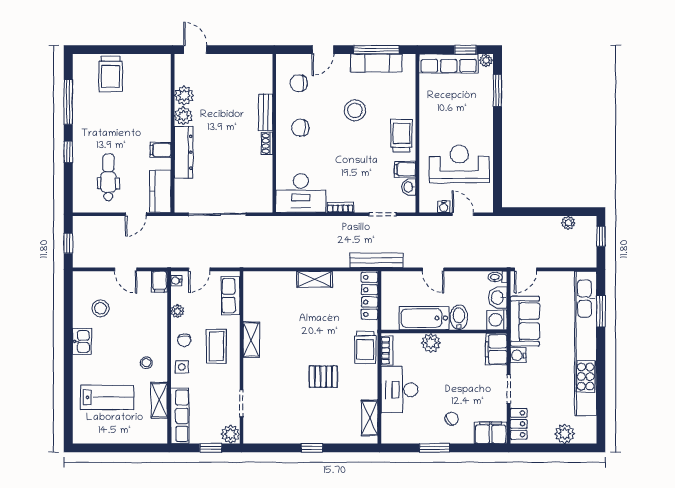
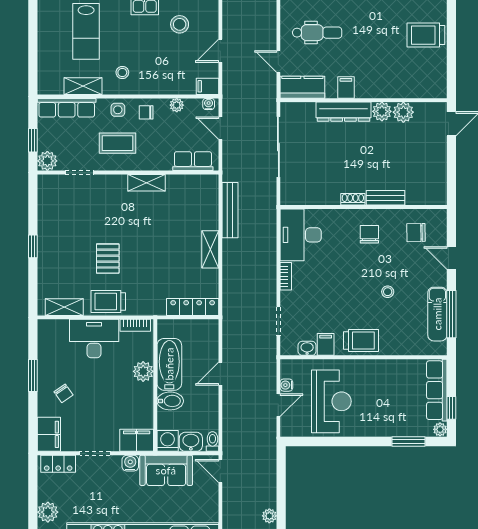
chair: (299, 83) -> (416, 233), turned -91
stool: (355, 110) -> (388, 292), width x0.53, depth x0.53
bench: (376, 260) -> (230, 210), moved
coffee table: (216, 346) -> (118, 143), moved
trolley: (365, 347) -> (108, 302), moved

